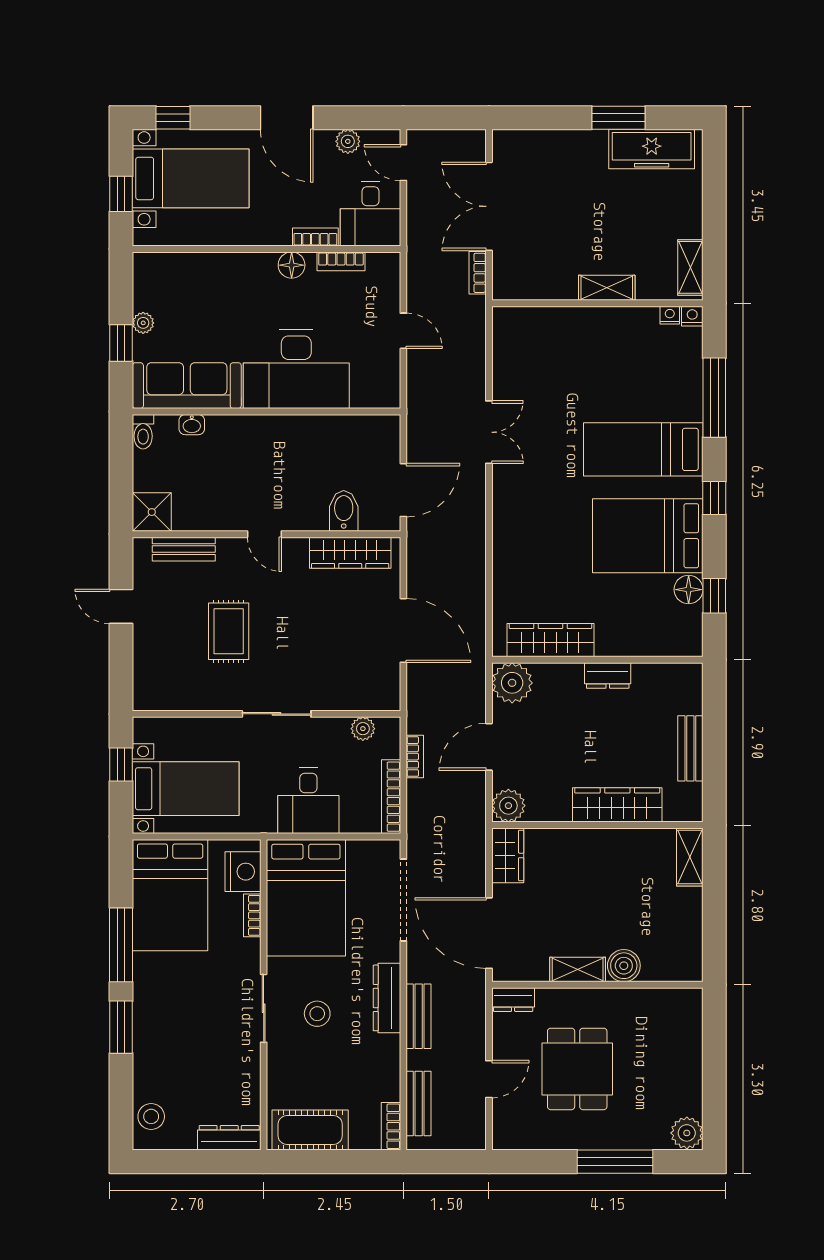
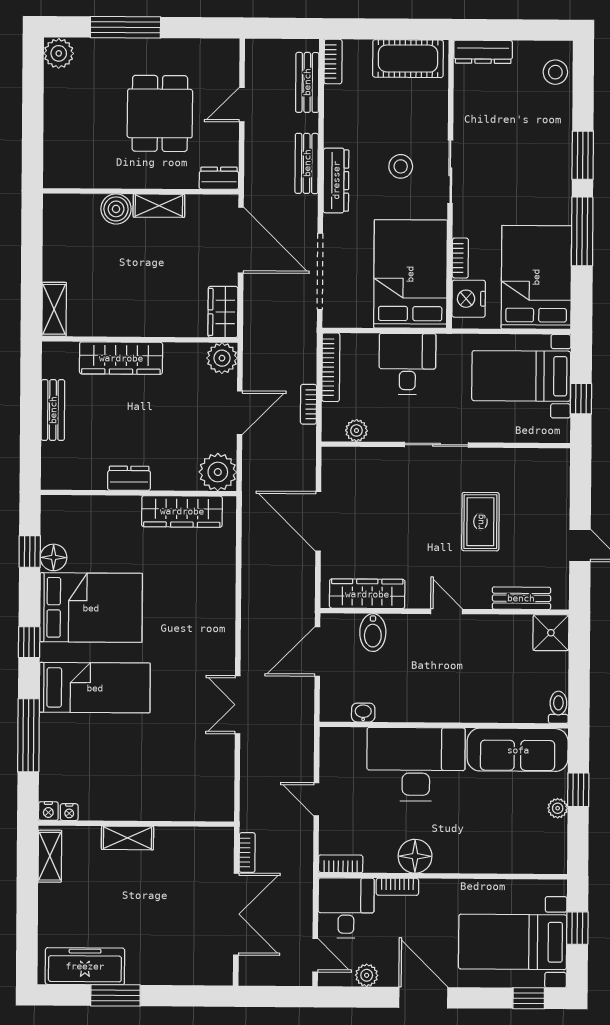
bookcase: (341, 261) -> (341, 864), moved
floor lamp: (292, 265) -> (415, 856), width x1.38, depth x1.38
washbasin: (192, 425) -> (363, 713), moved

